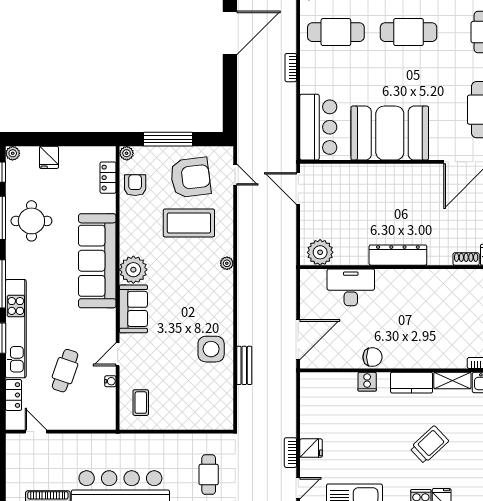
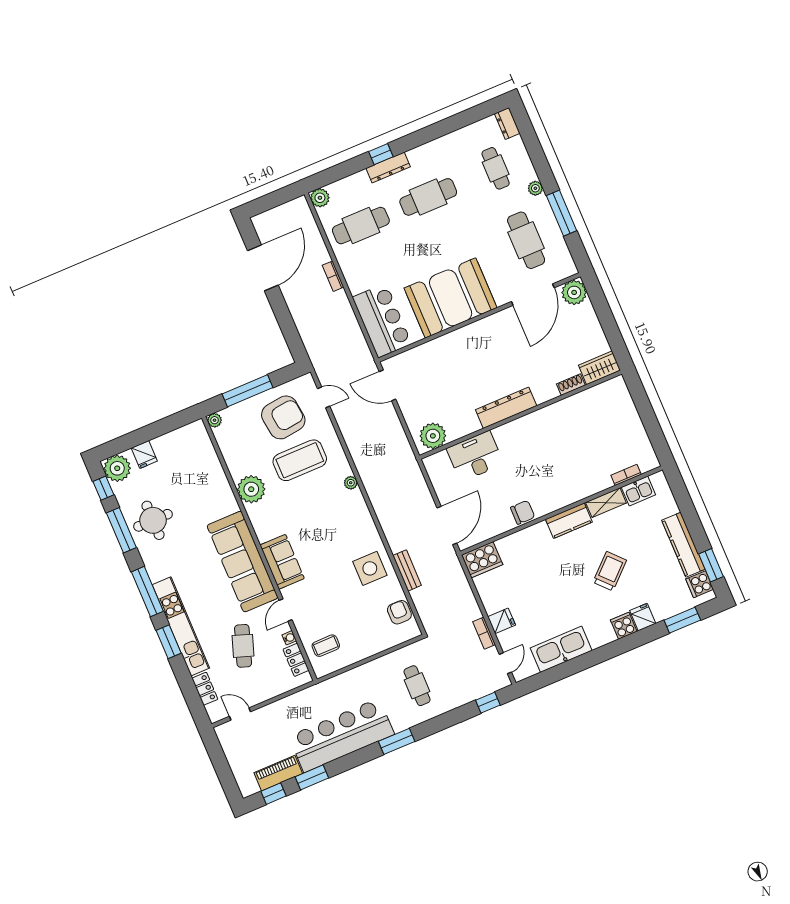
plant: (13, 153) -> (117, 468), width x1.87, depth x1.87
locker: (108, 178) -> (296, 660), moved
armchair: (135, 185) -> (399, 612), moved
sofa: (97, 261) -> (243, 562), moved
plant: (133, 270) -> (251, 489), moved
cooker: (367, 382) -> (482, 560), moved, width x1.87, depth x1.31
coffee table: (141, 403) -> (326, 646), turned 90

